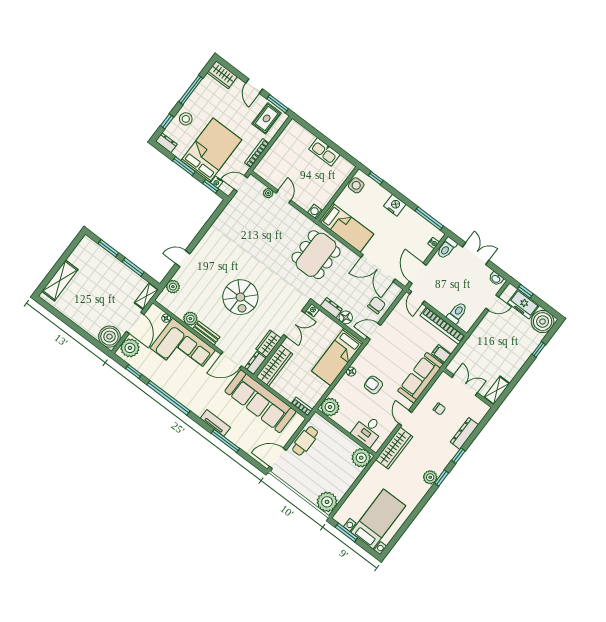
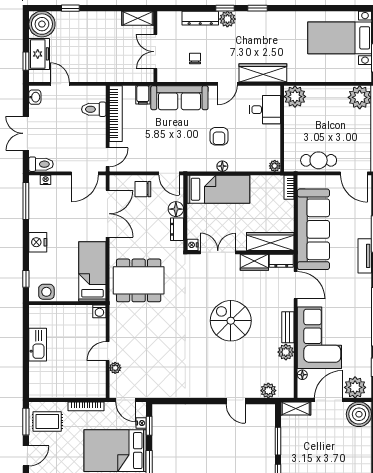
spiral stairs: (240, 297) -> (231, 321), turned -90
plant: (330, 407) -> (275, 166), width x0.53, depth x0.53
plant: (430, 477) -> (227, 19), moved

